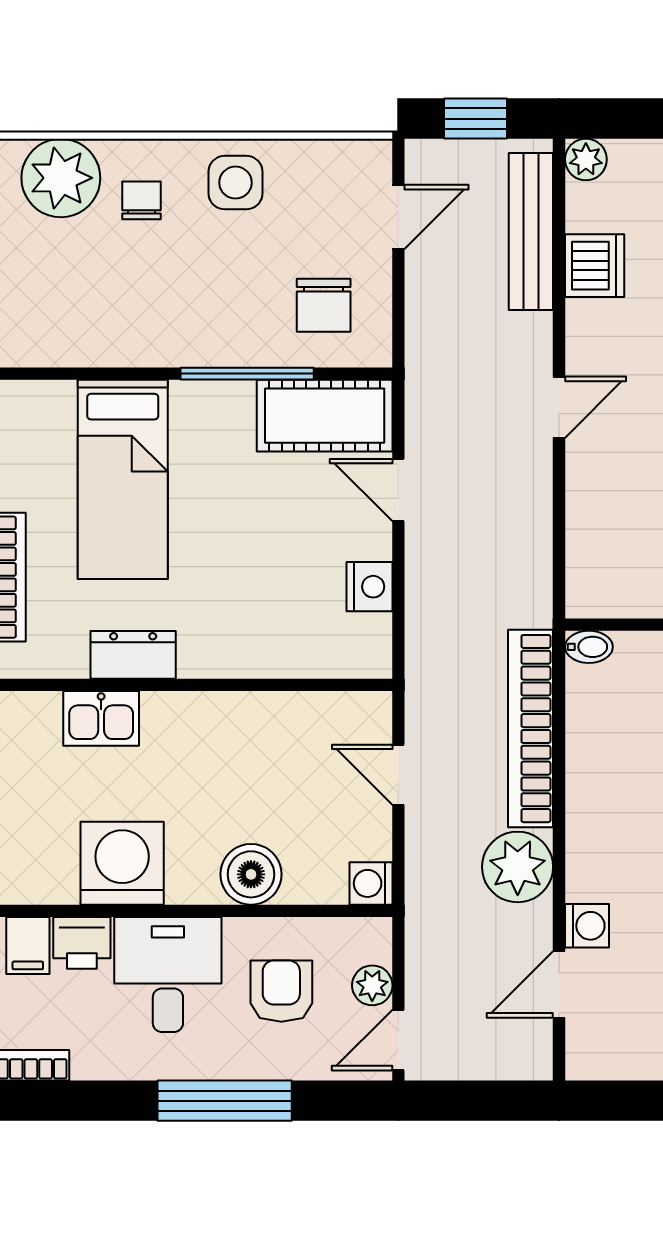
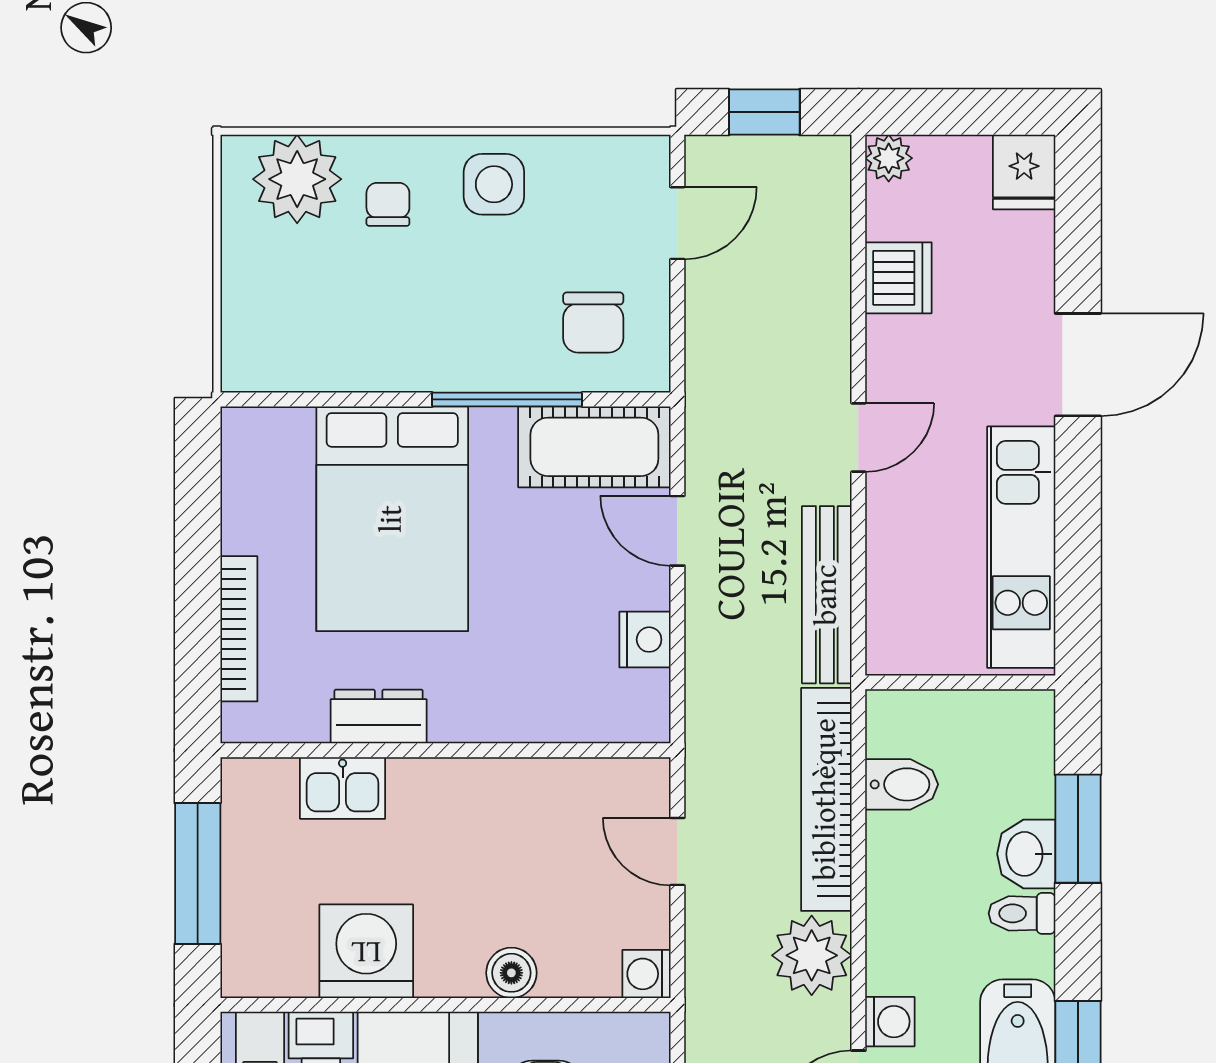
bench: (531, 231) -> (827, 595), moved
bed: (123, 479) -> (392, 519), width x1.50
bidet: (589, 647) -> (902, 784), moved, width x1.38, depth x1.36
boiler: (251, 874) -> (511, 973), width x0.73, depth x0.73

